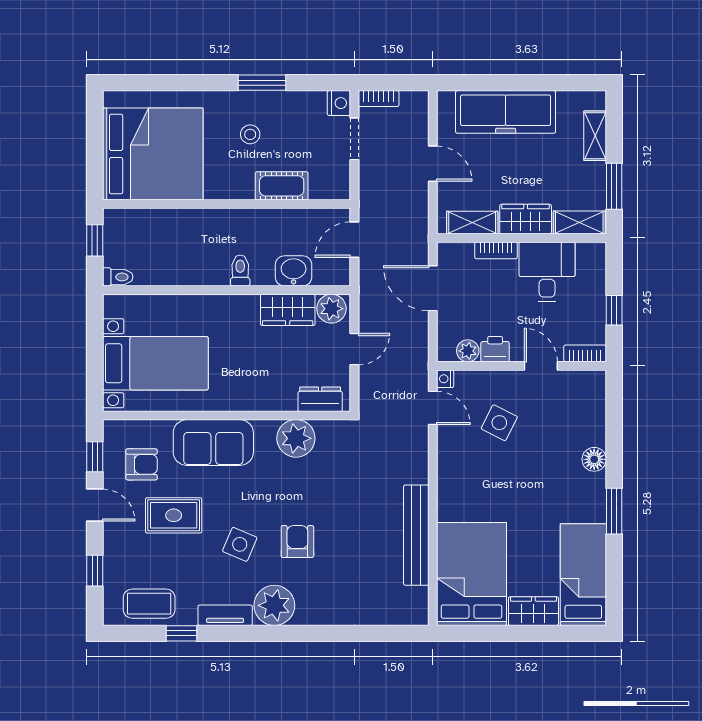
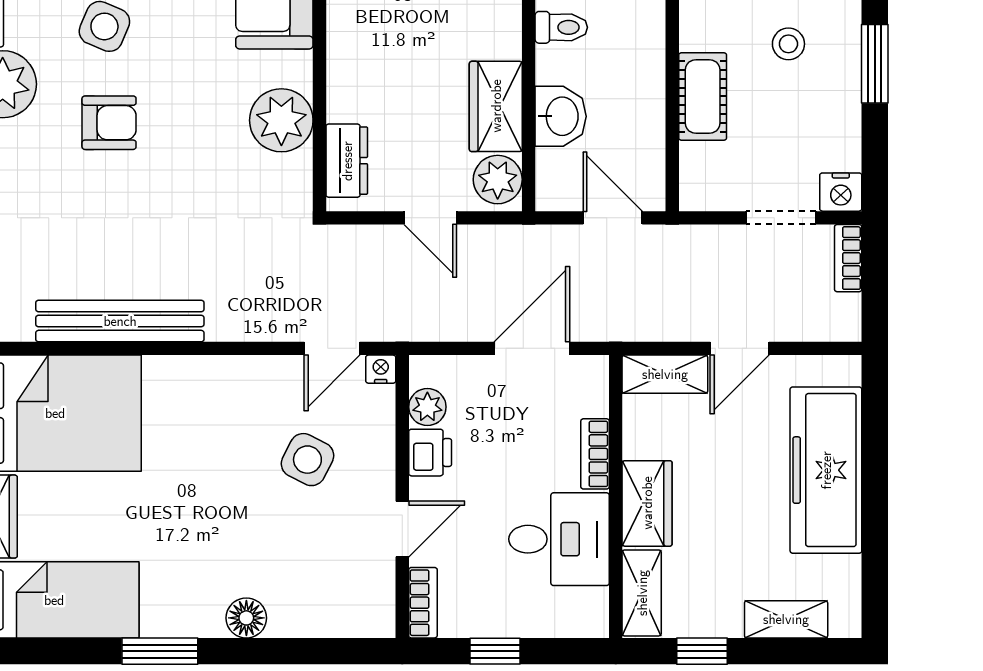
window: (614, 186) -> (702, 651), width x0.67
shelving: (472, 223) -> (665, 374), moved, turned 90

